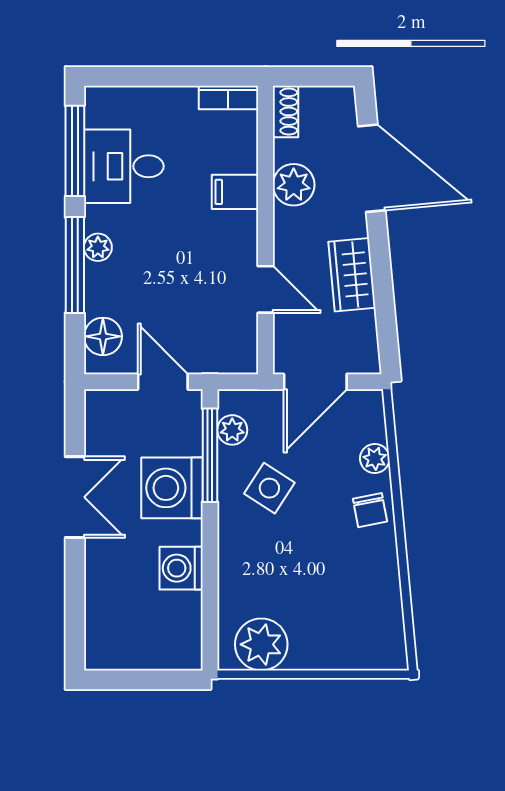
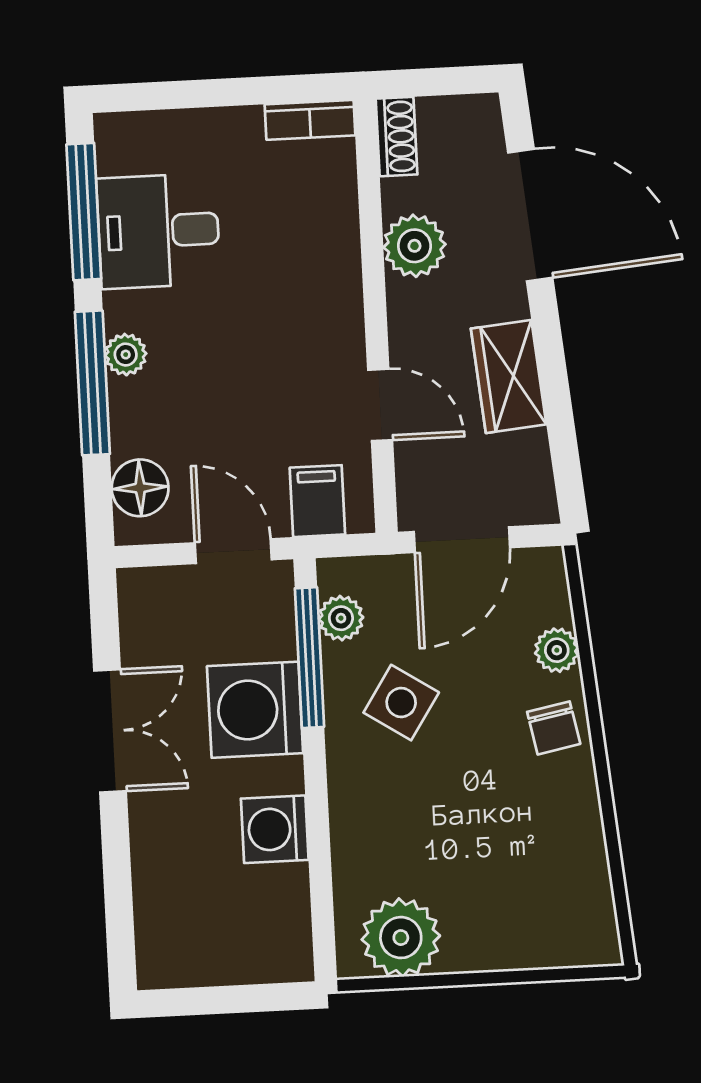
filing cabinet: (235, 192) -> (317, 501), moved, turned 90

